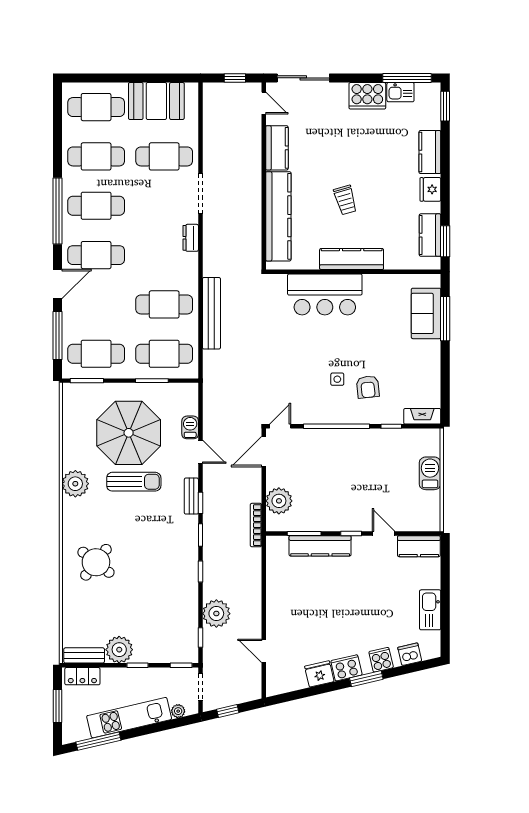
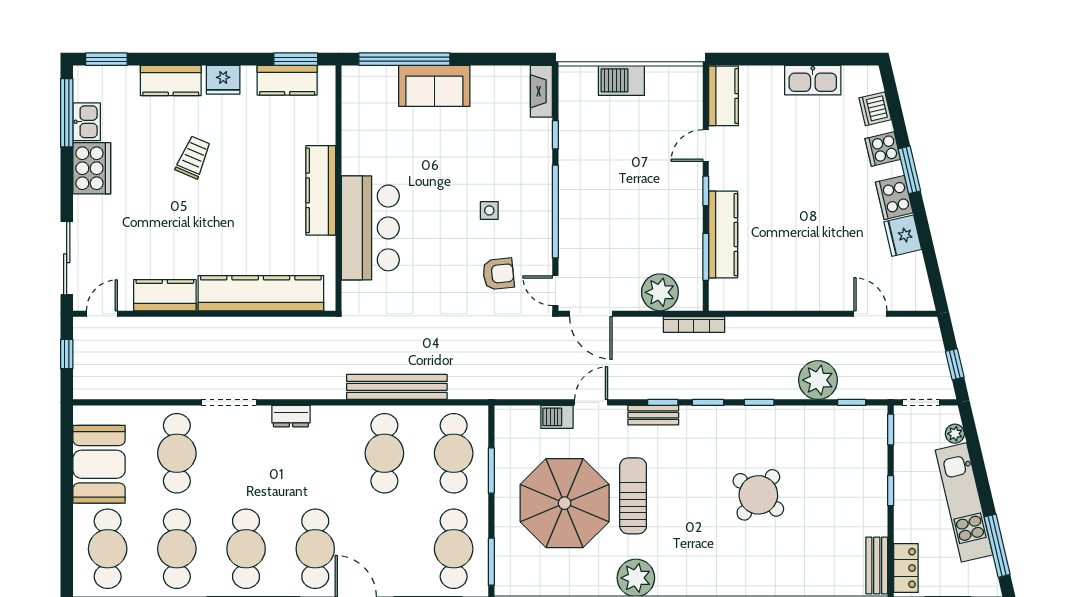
trolley: (345, 200) -> (193, 157), moved, turned -51
sofa: (426, 313) -> (434, 86), moved
window: (445, 319) -> (404, 59), width x1.46
armchair: (368, 387) -> (498, 274), moved
round table: (96, 562) -> (758, 495), moved
plant: (119, 650) -> (869, 516), removed
door: (264, 651) -> (870, 314), swing flipped

